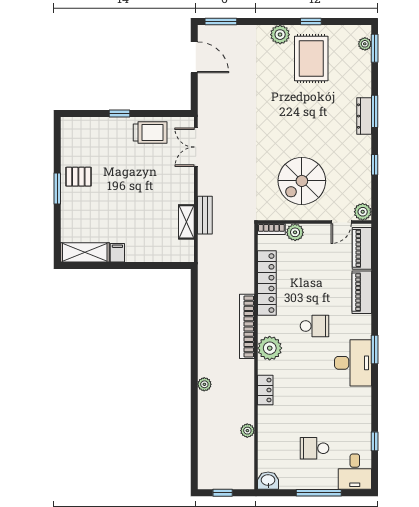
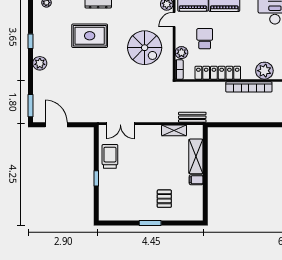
door: (194, 57) -> (56, 125), hinge flipped
rug: (311, 59) -> (90, 36), moved
pallet: (78, 177) -> (164, 199), moved
bench: (205, 215) -> (192, 117), moved
door: (341, 222) -> (174, 20), swing flipped
shelving: (85, 252) -> (196, 156), moved
school desk: (314, 326) -> (205, 39), moved

